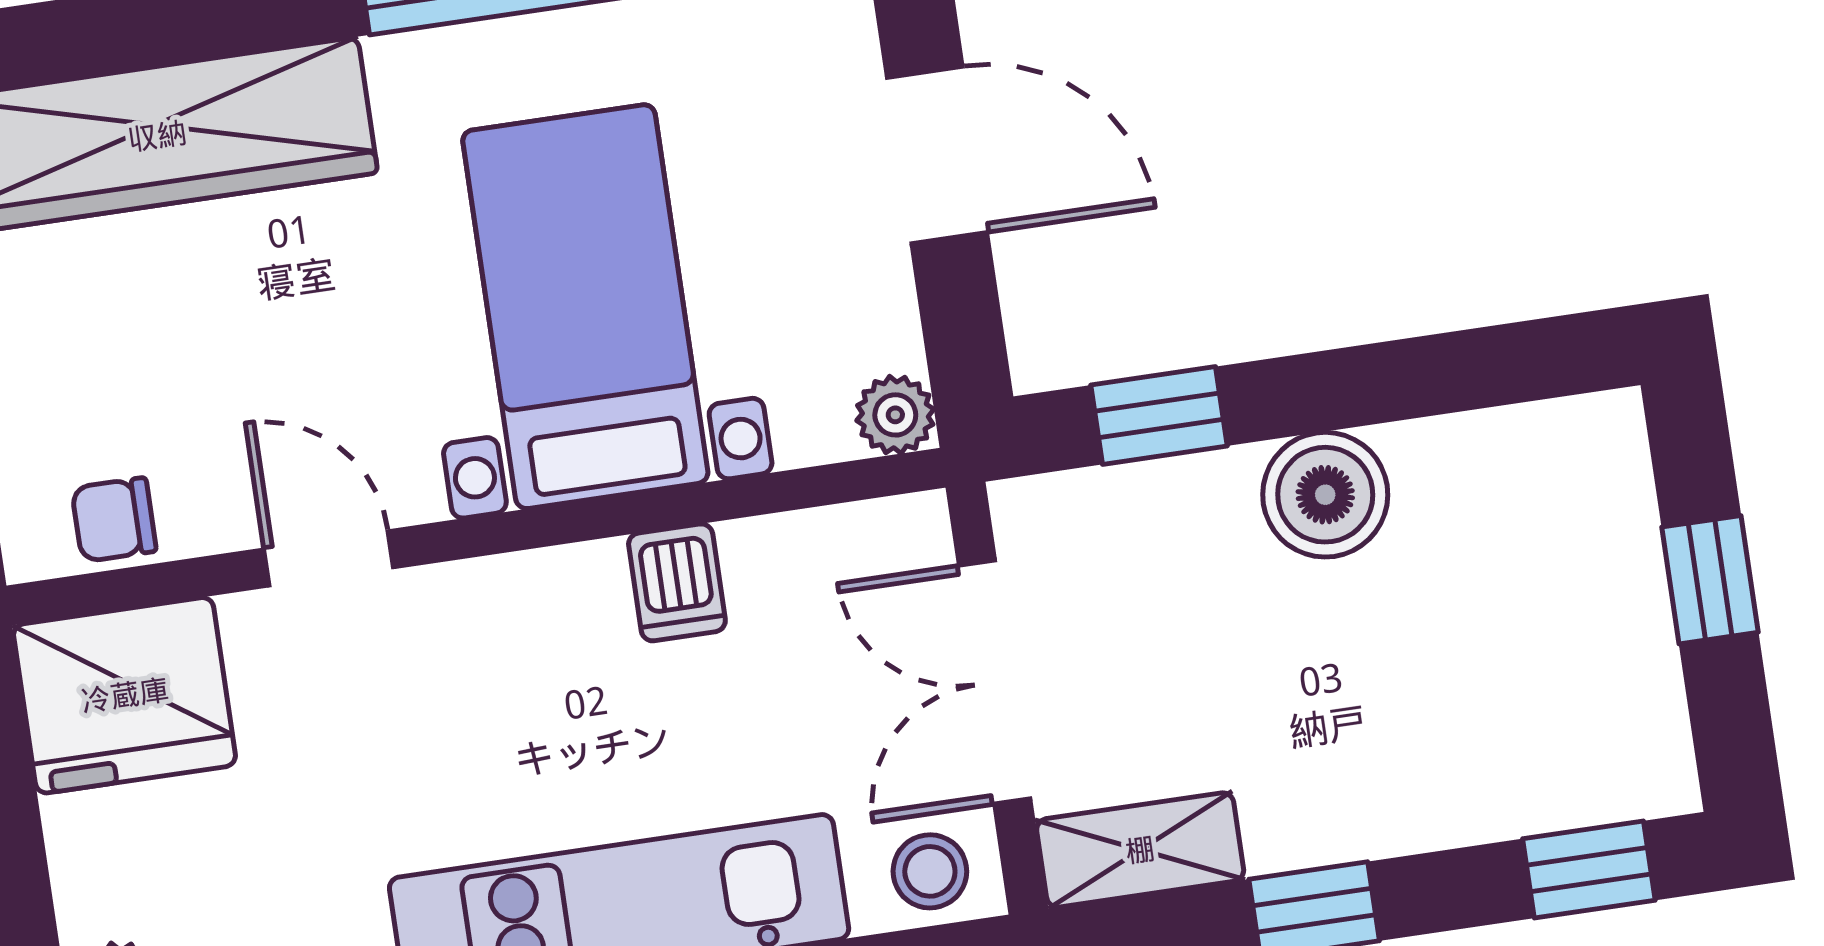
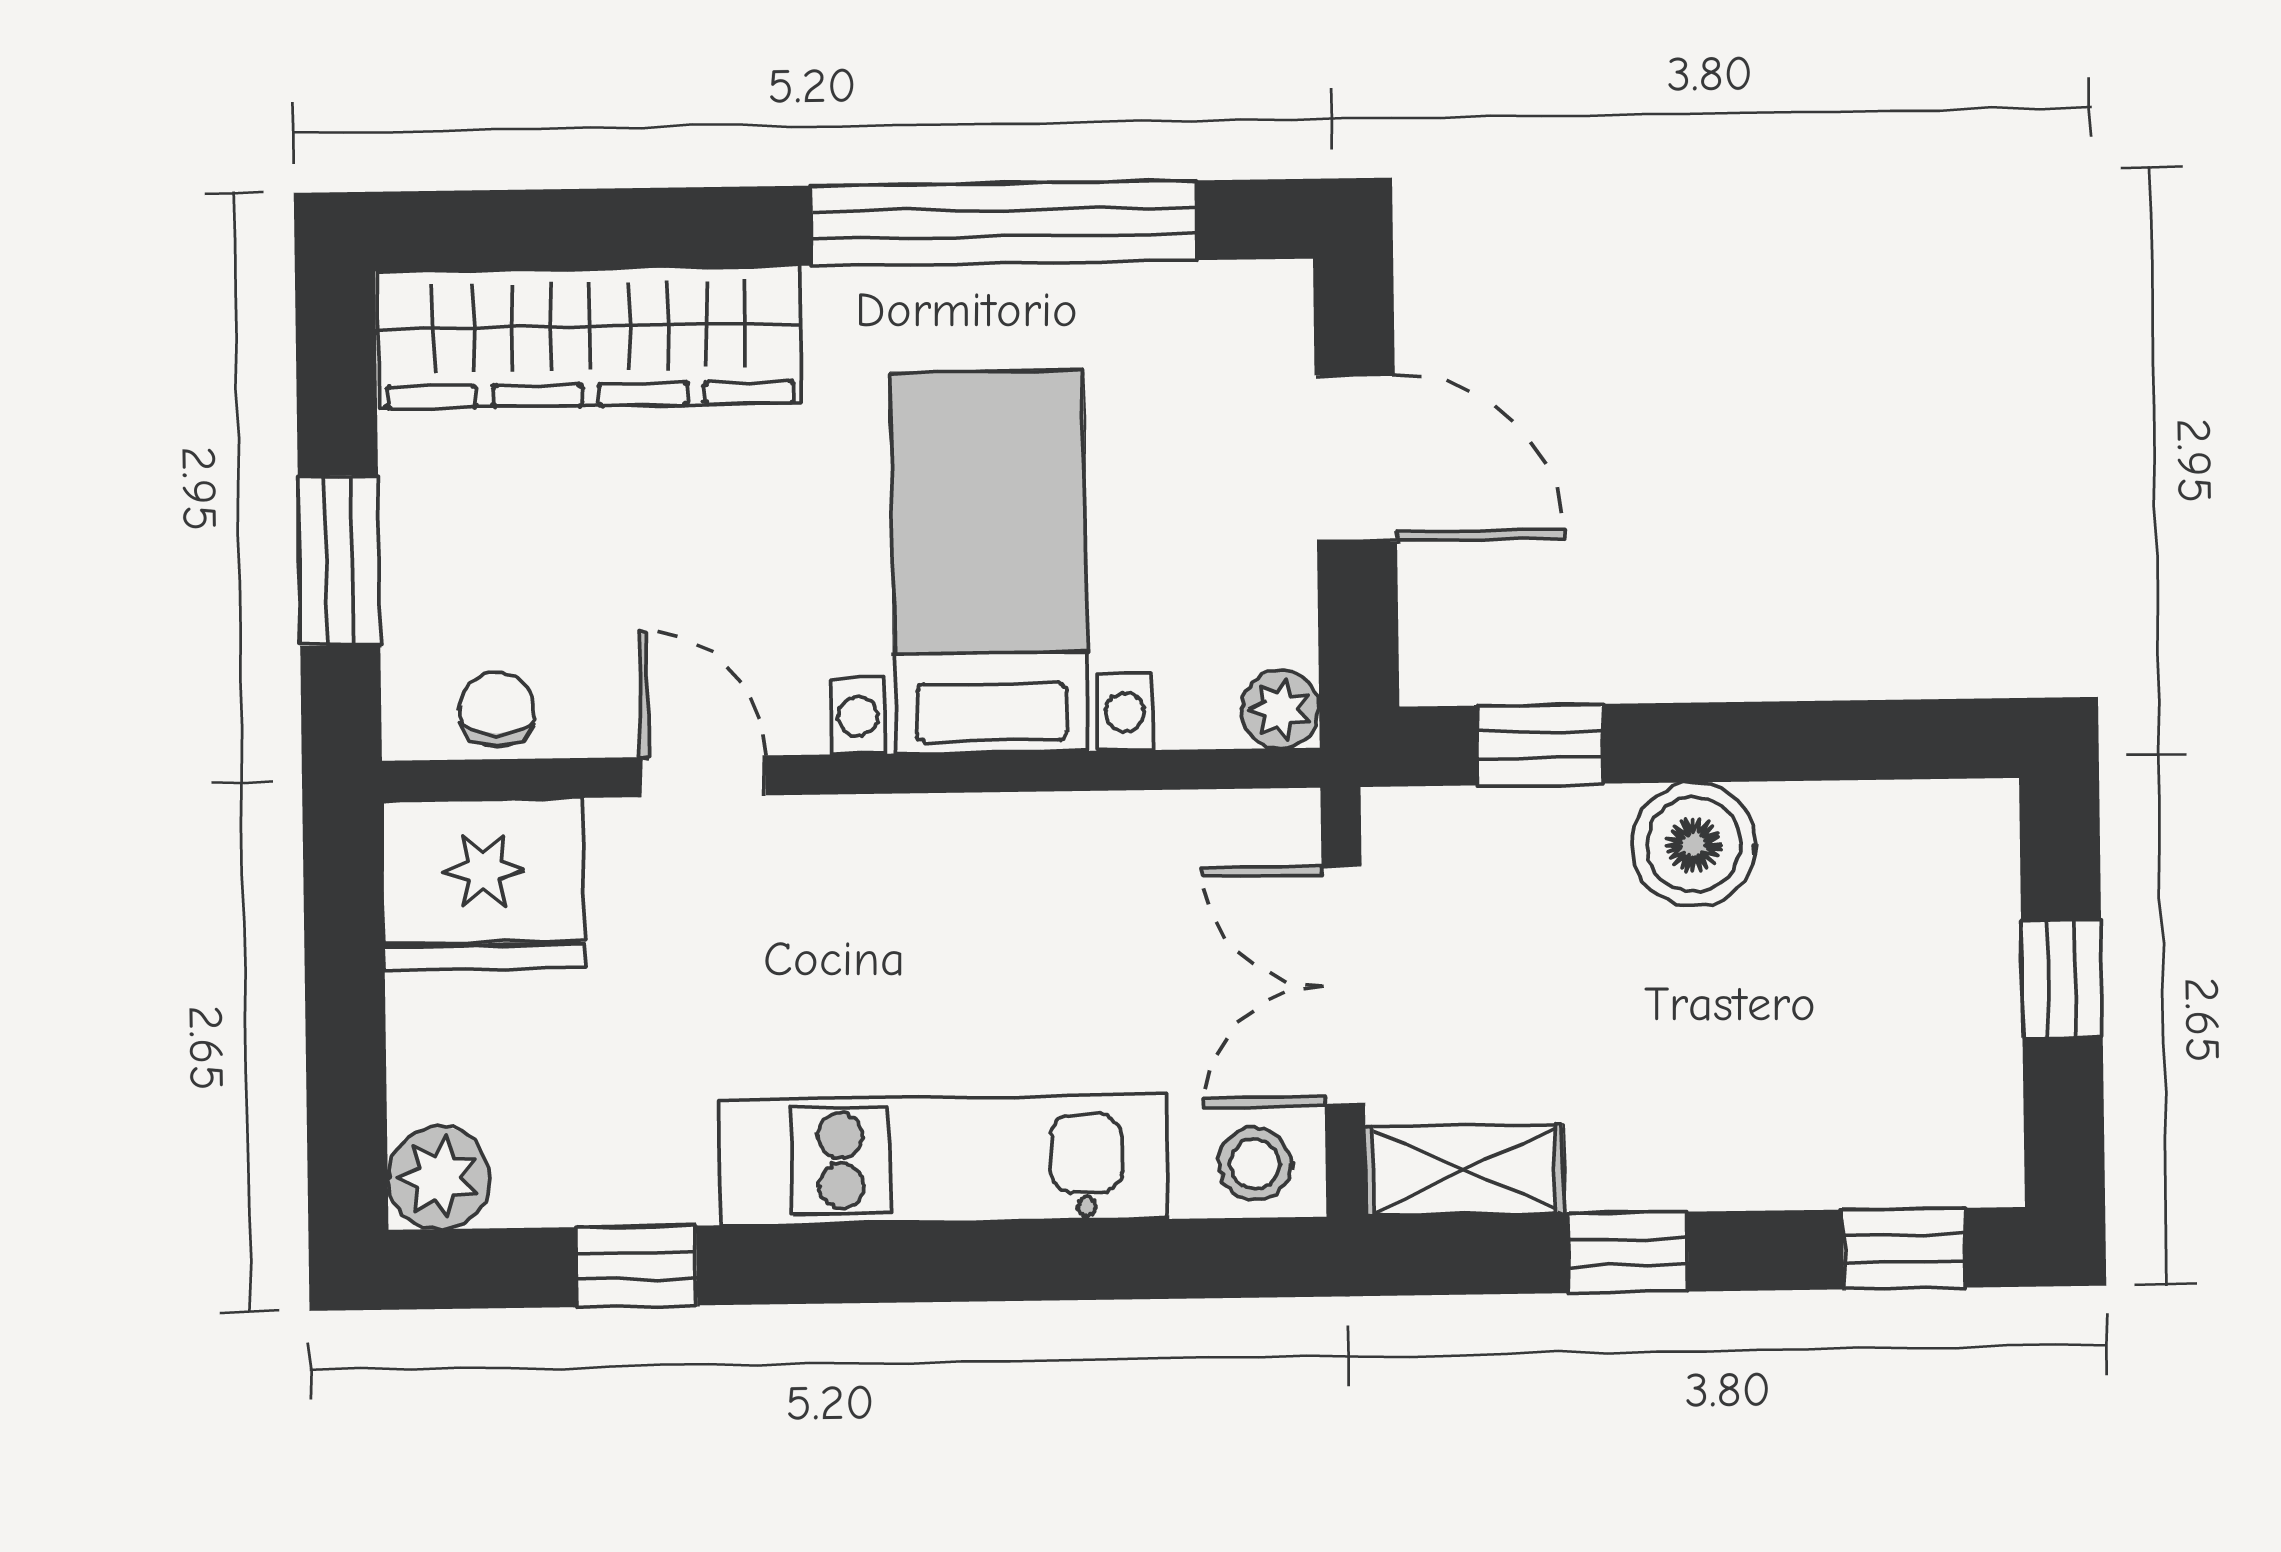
chair: (114, 520) -> (497, 710), turned 90
dishwasher: (677, 582) -> (1043, 846), removed

